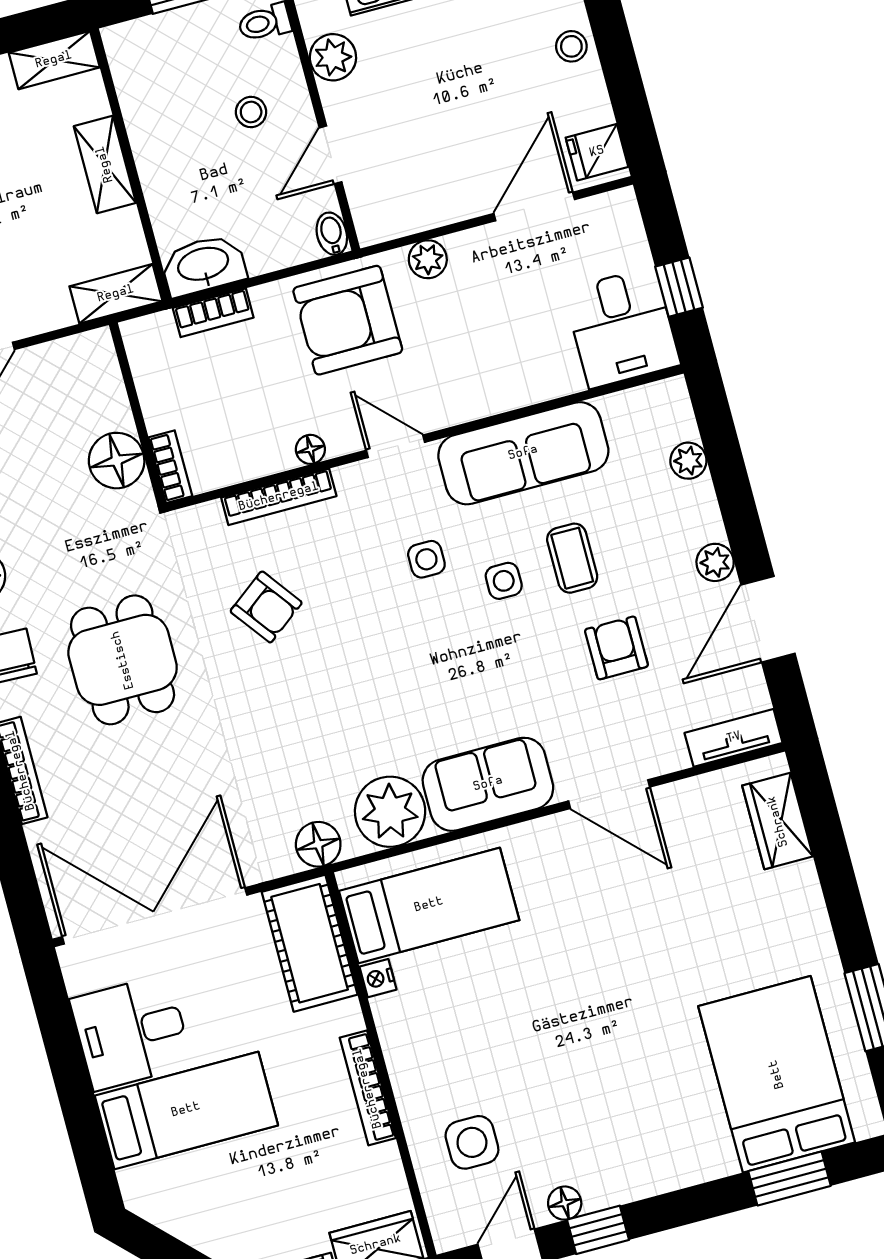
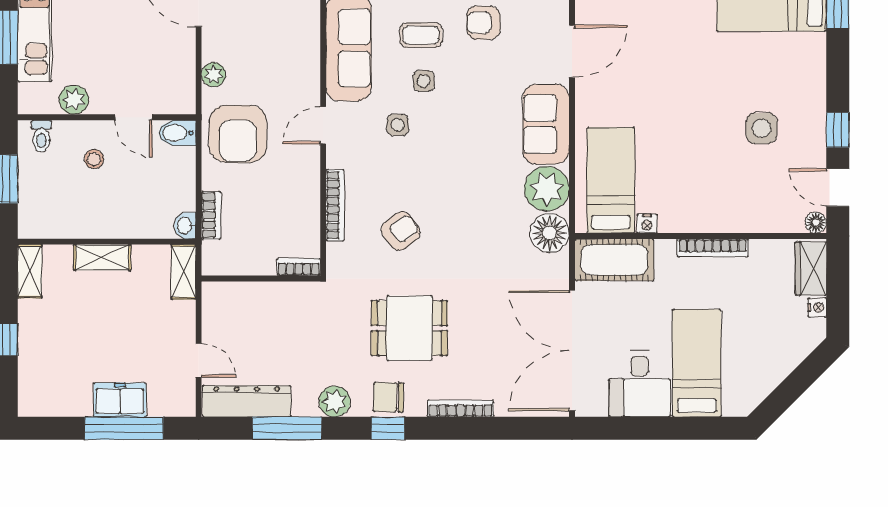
bidet: (332, 234) -> (177, 133), width x1.38, depth x1.36
washbasin: (203, 265) -> (185, 226), width x0.52, depth x0.69
floor lamp: (310, 449) -> (311, 178), removed
floor lamp: (117, 461) -> (286, 299), removed
floor lamp: (318, 844) -> (550, 233), width x1.38, depth x1.38
side table: (472, 1142) -> (762, 128), moved
floor lamp: (565, 1203) -> (816, 223), moved

